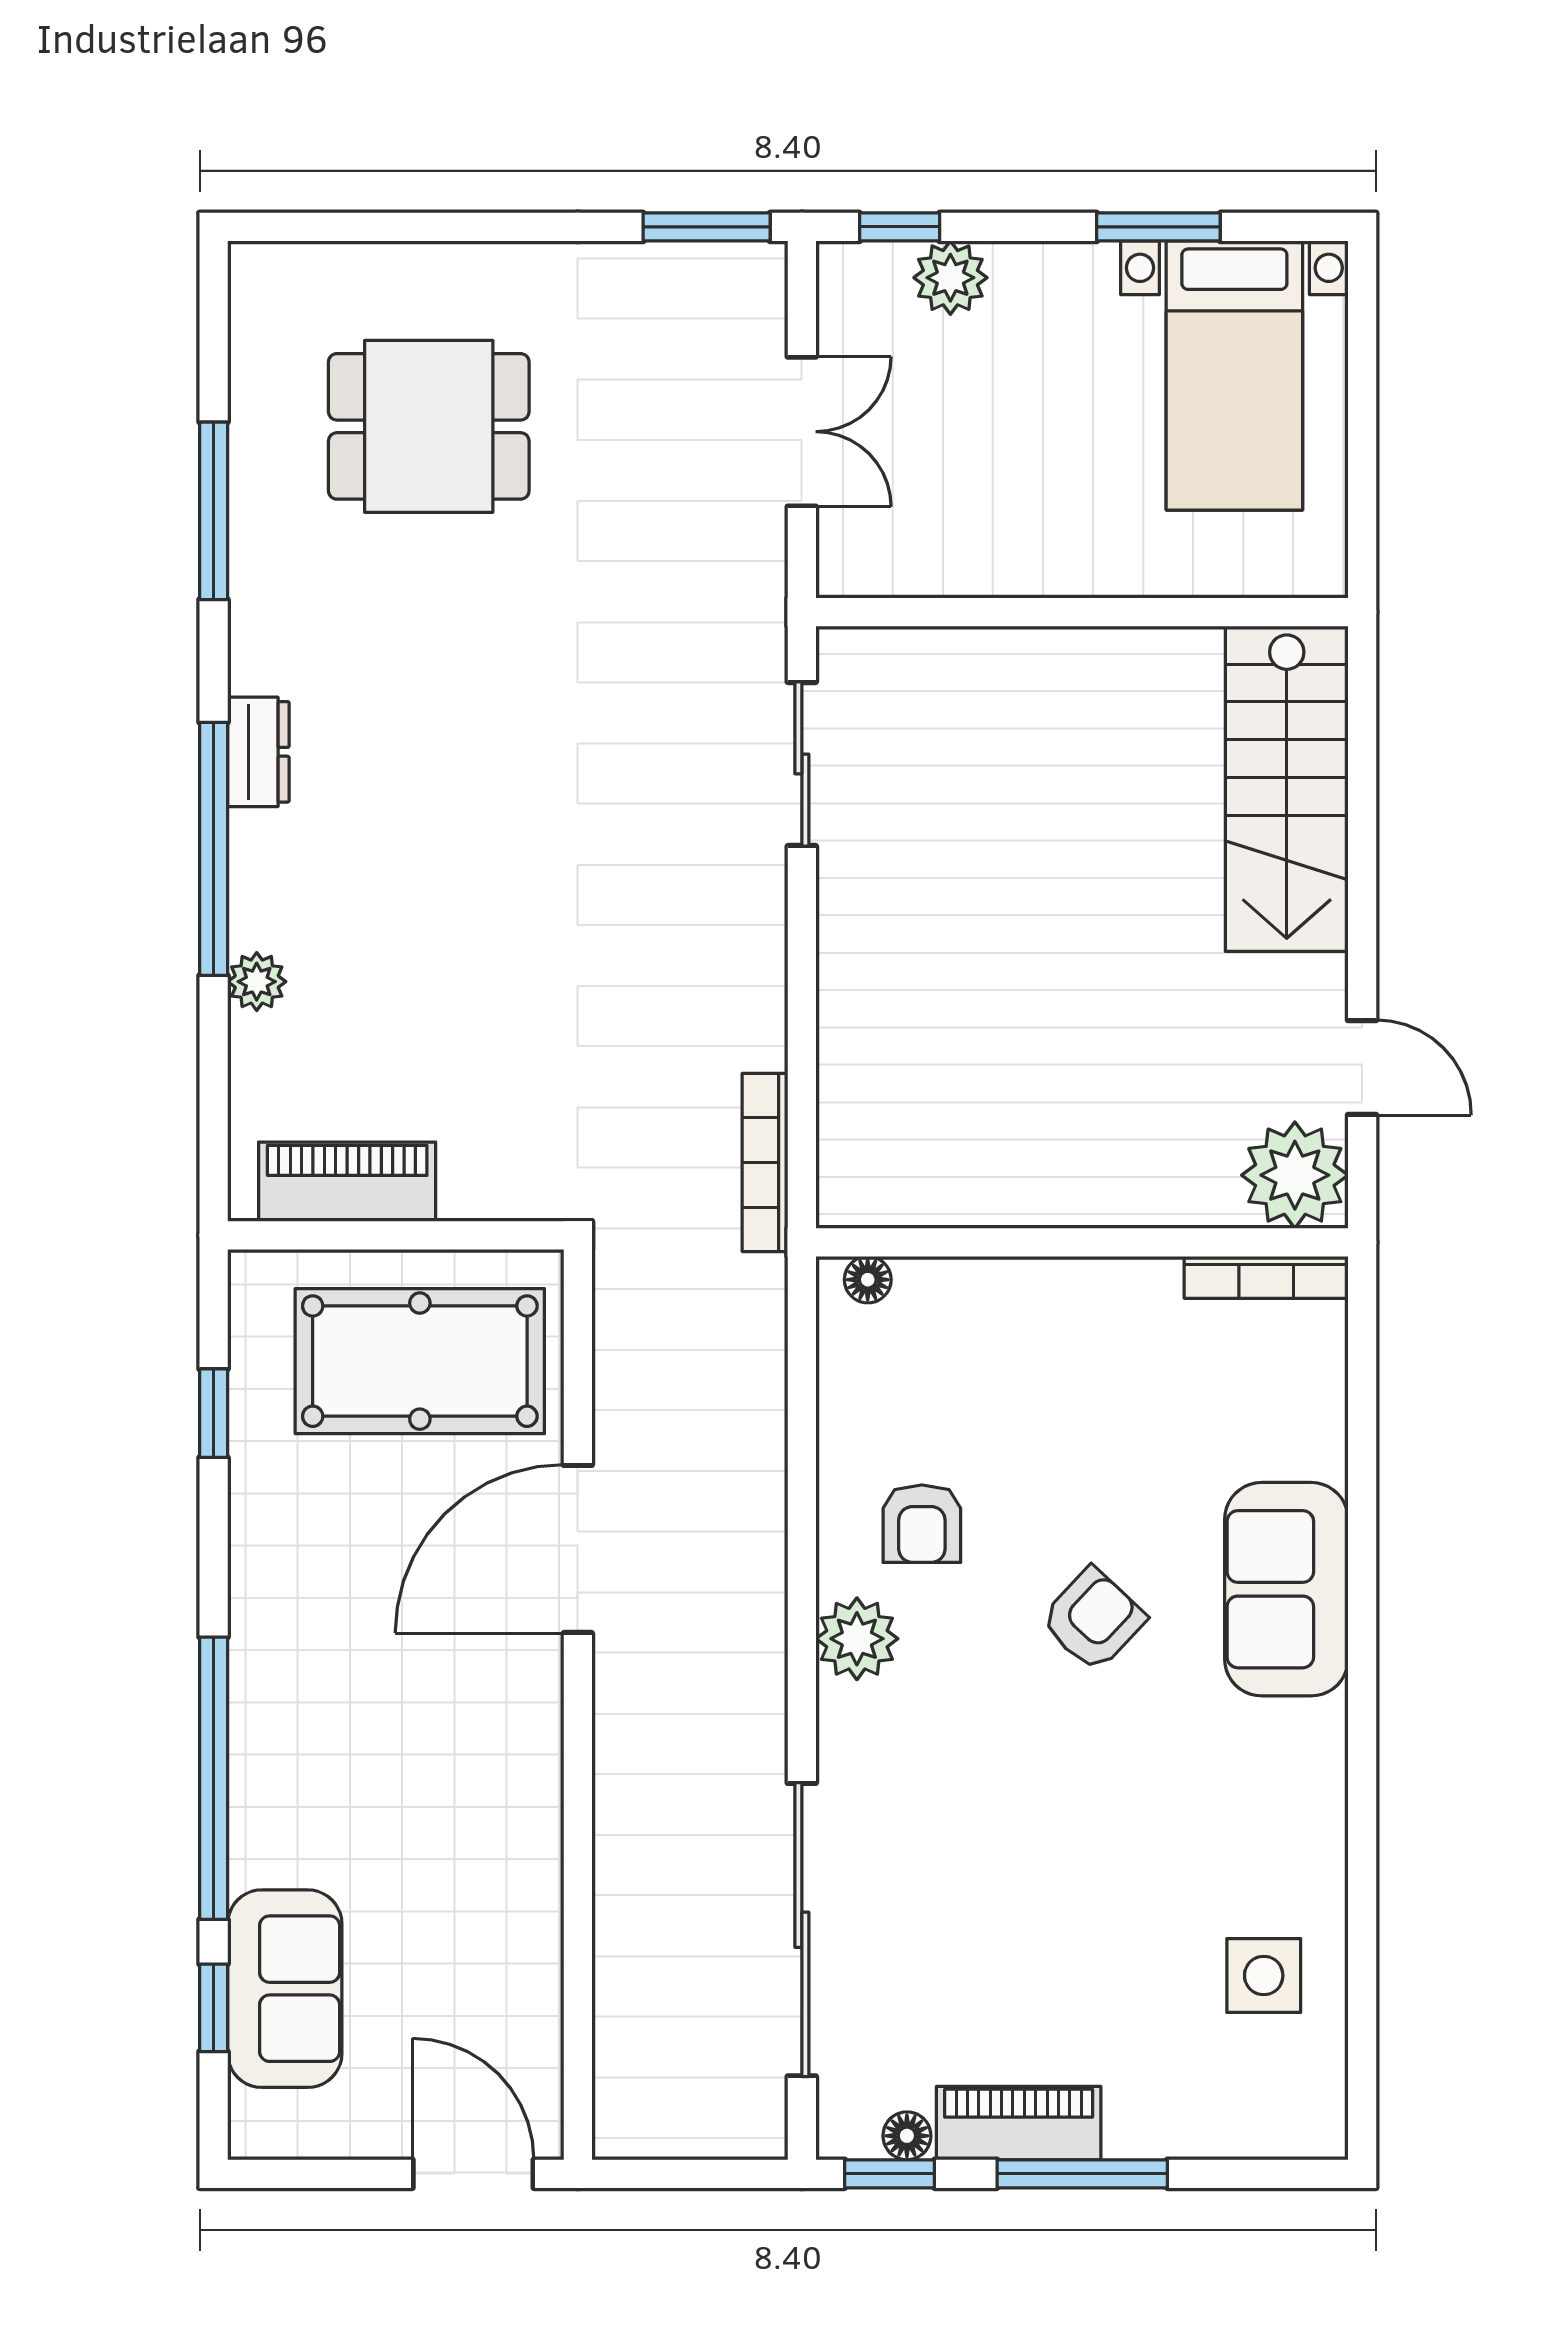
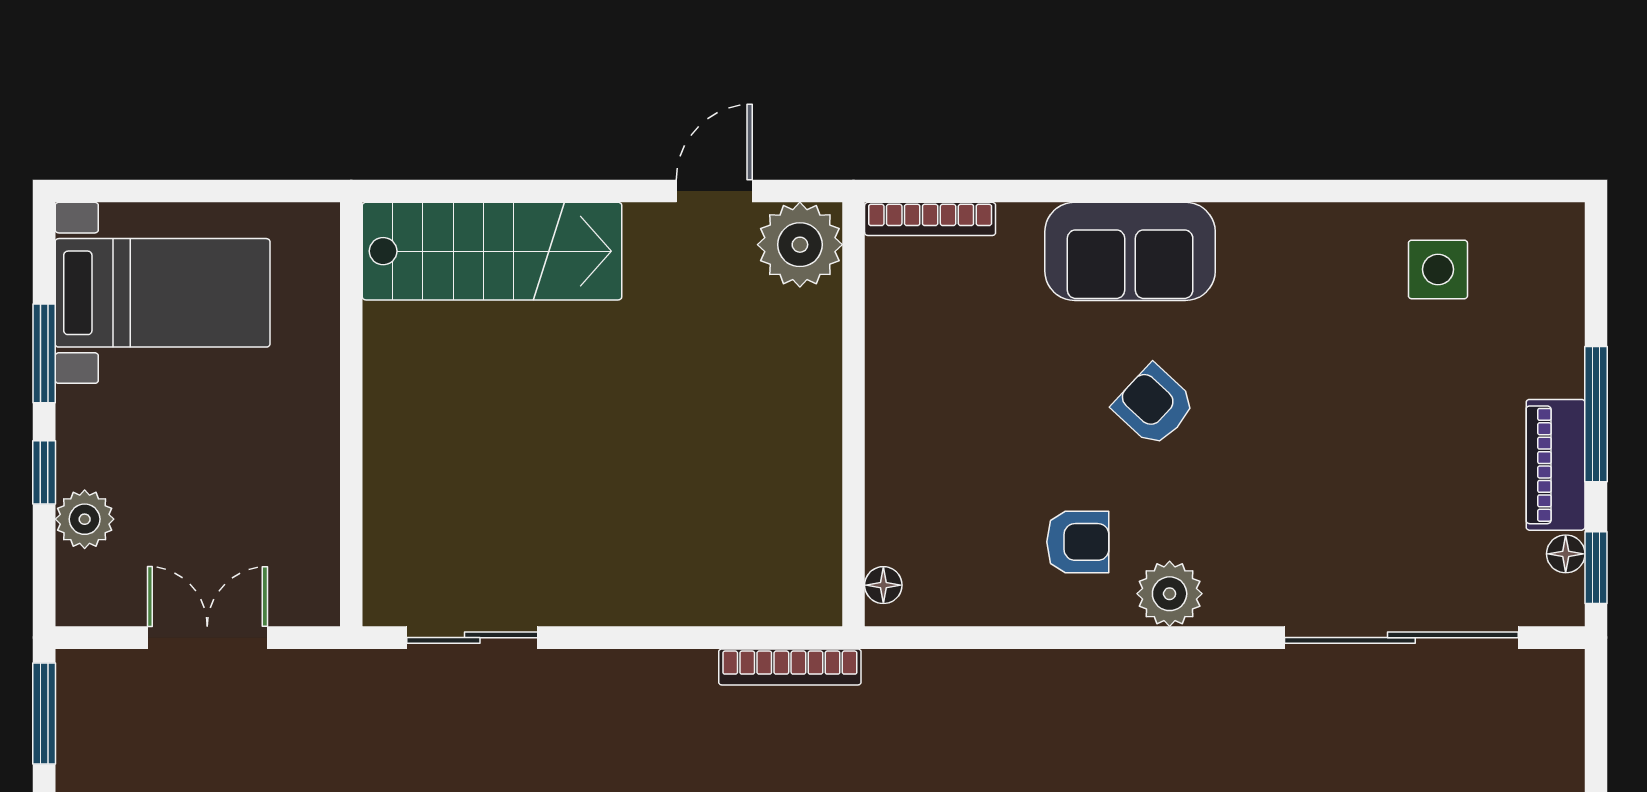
window: (900, 227) -> (44, 472), moved
bookcase: (1266, 1277) -> (930, 219), moved, turned 90

